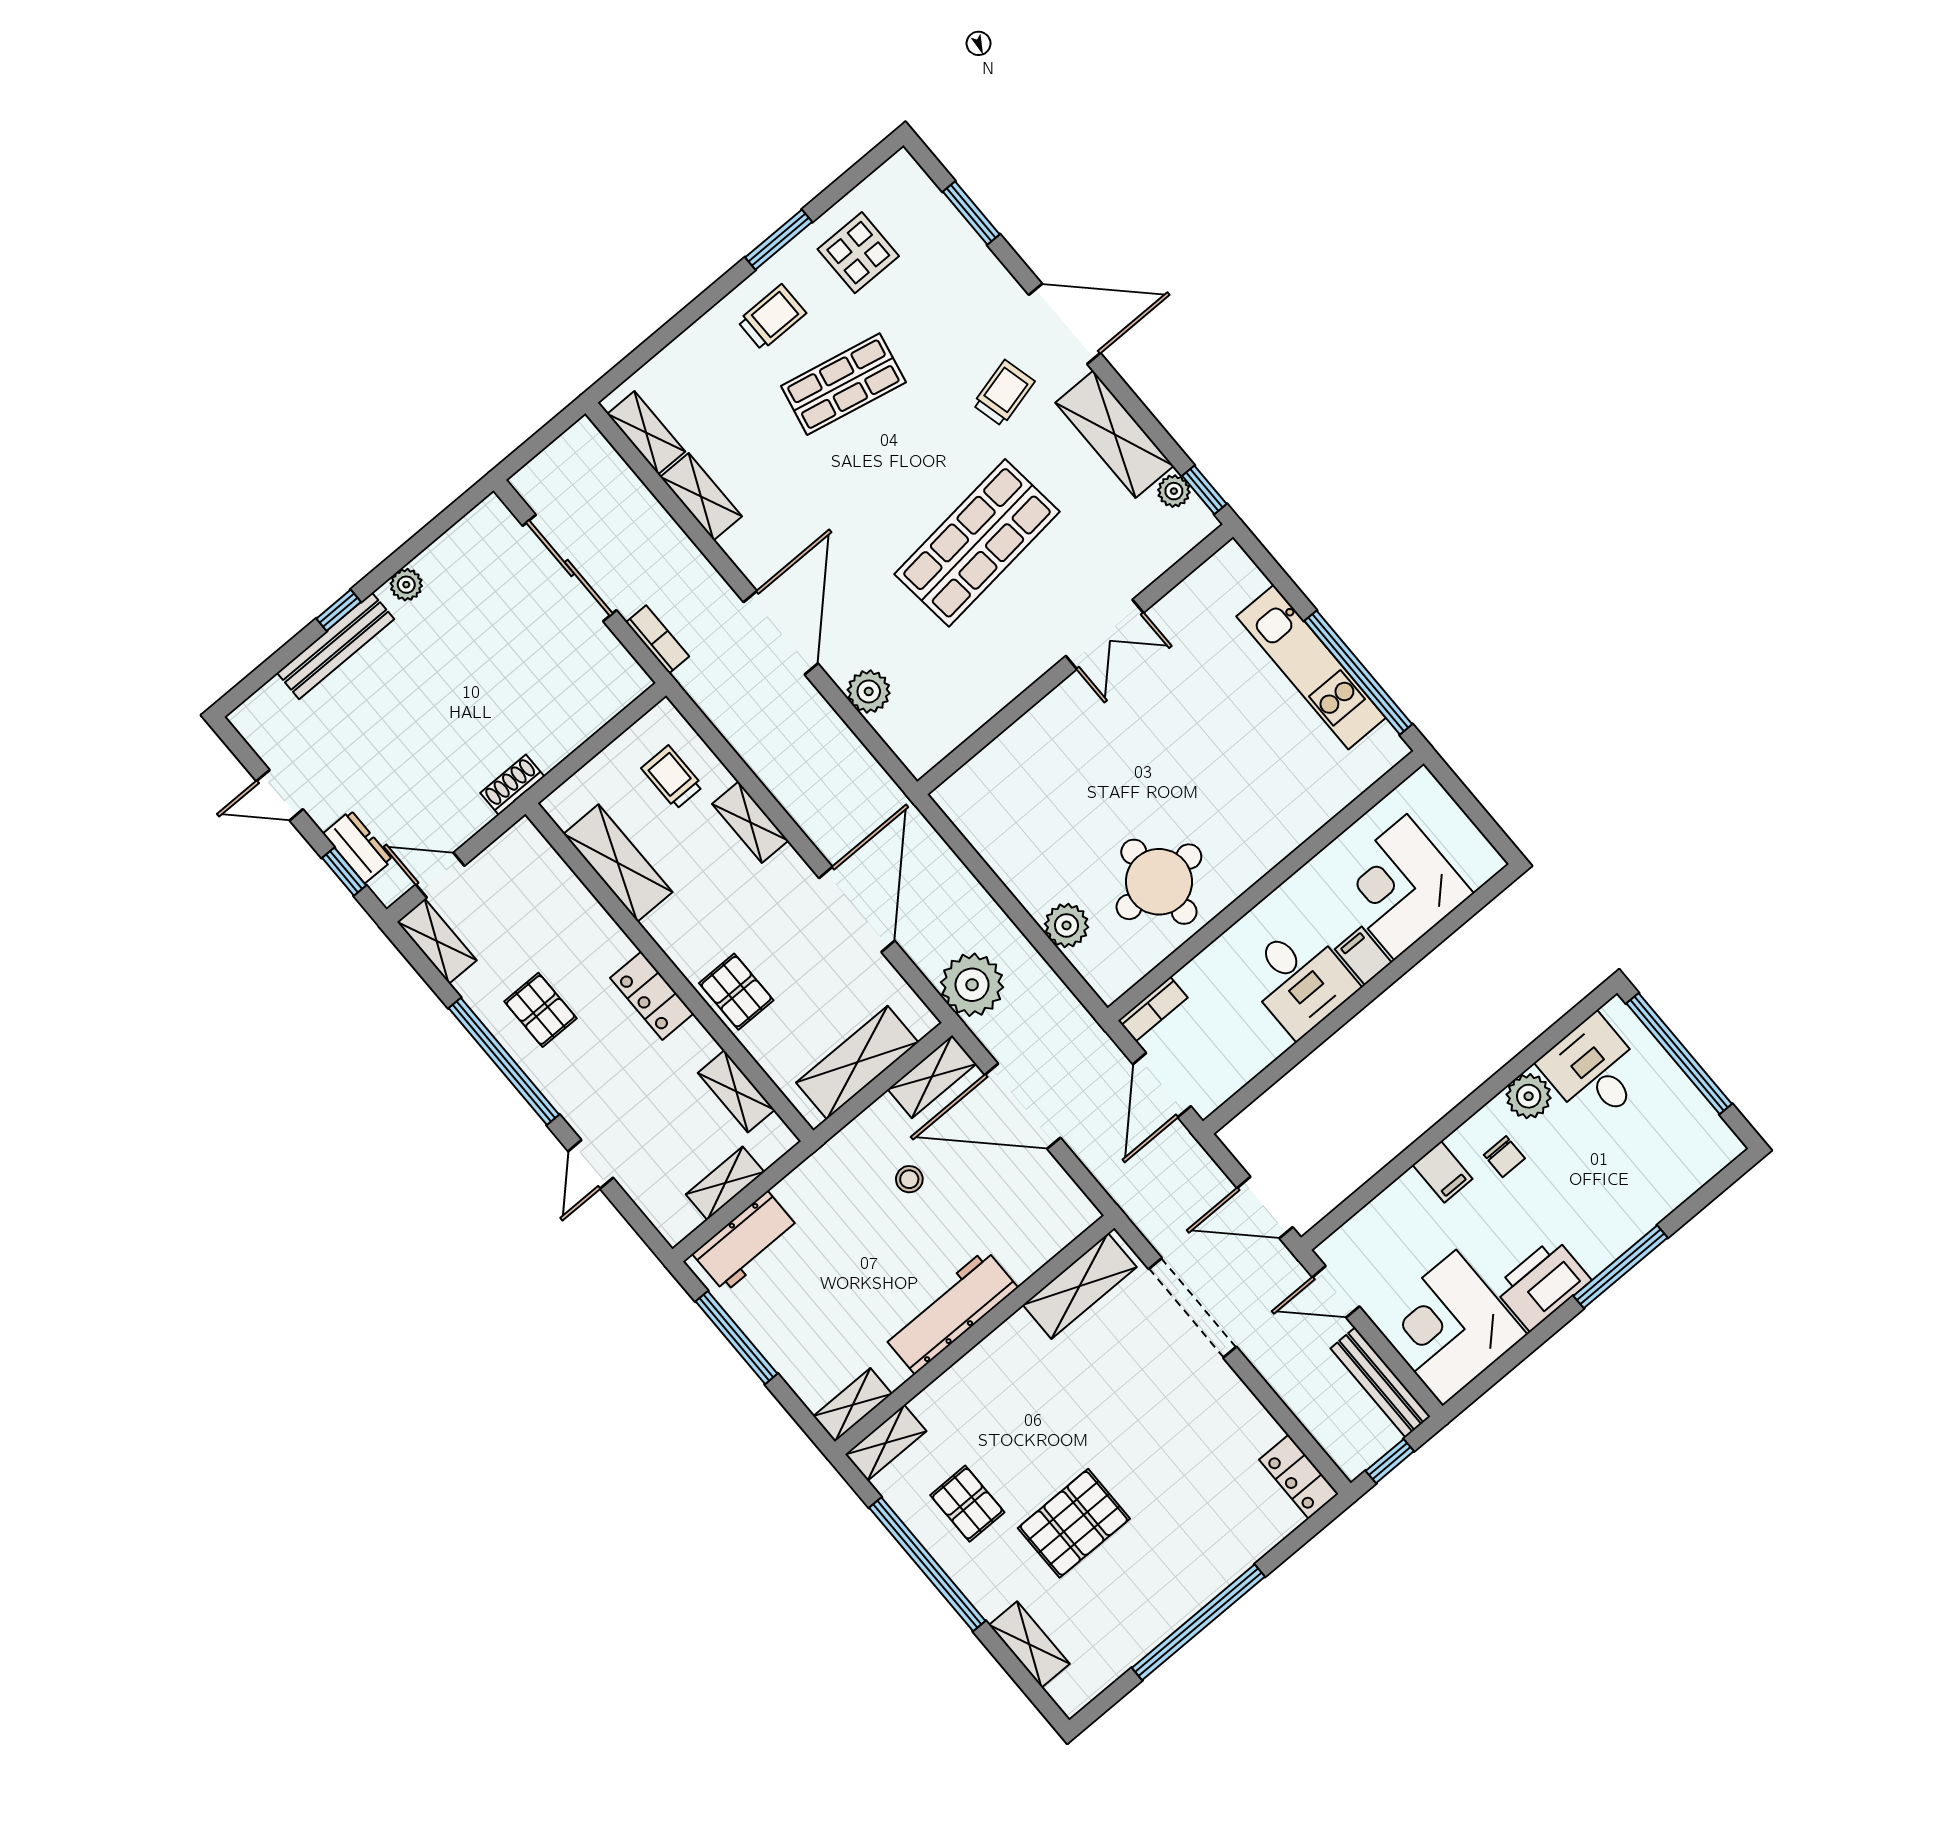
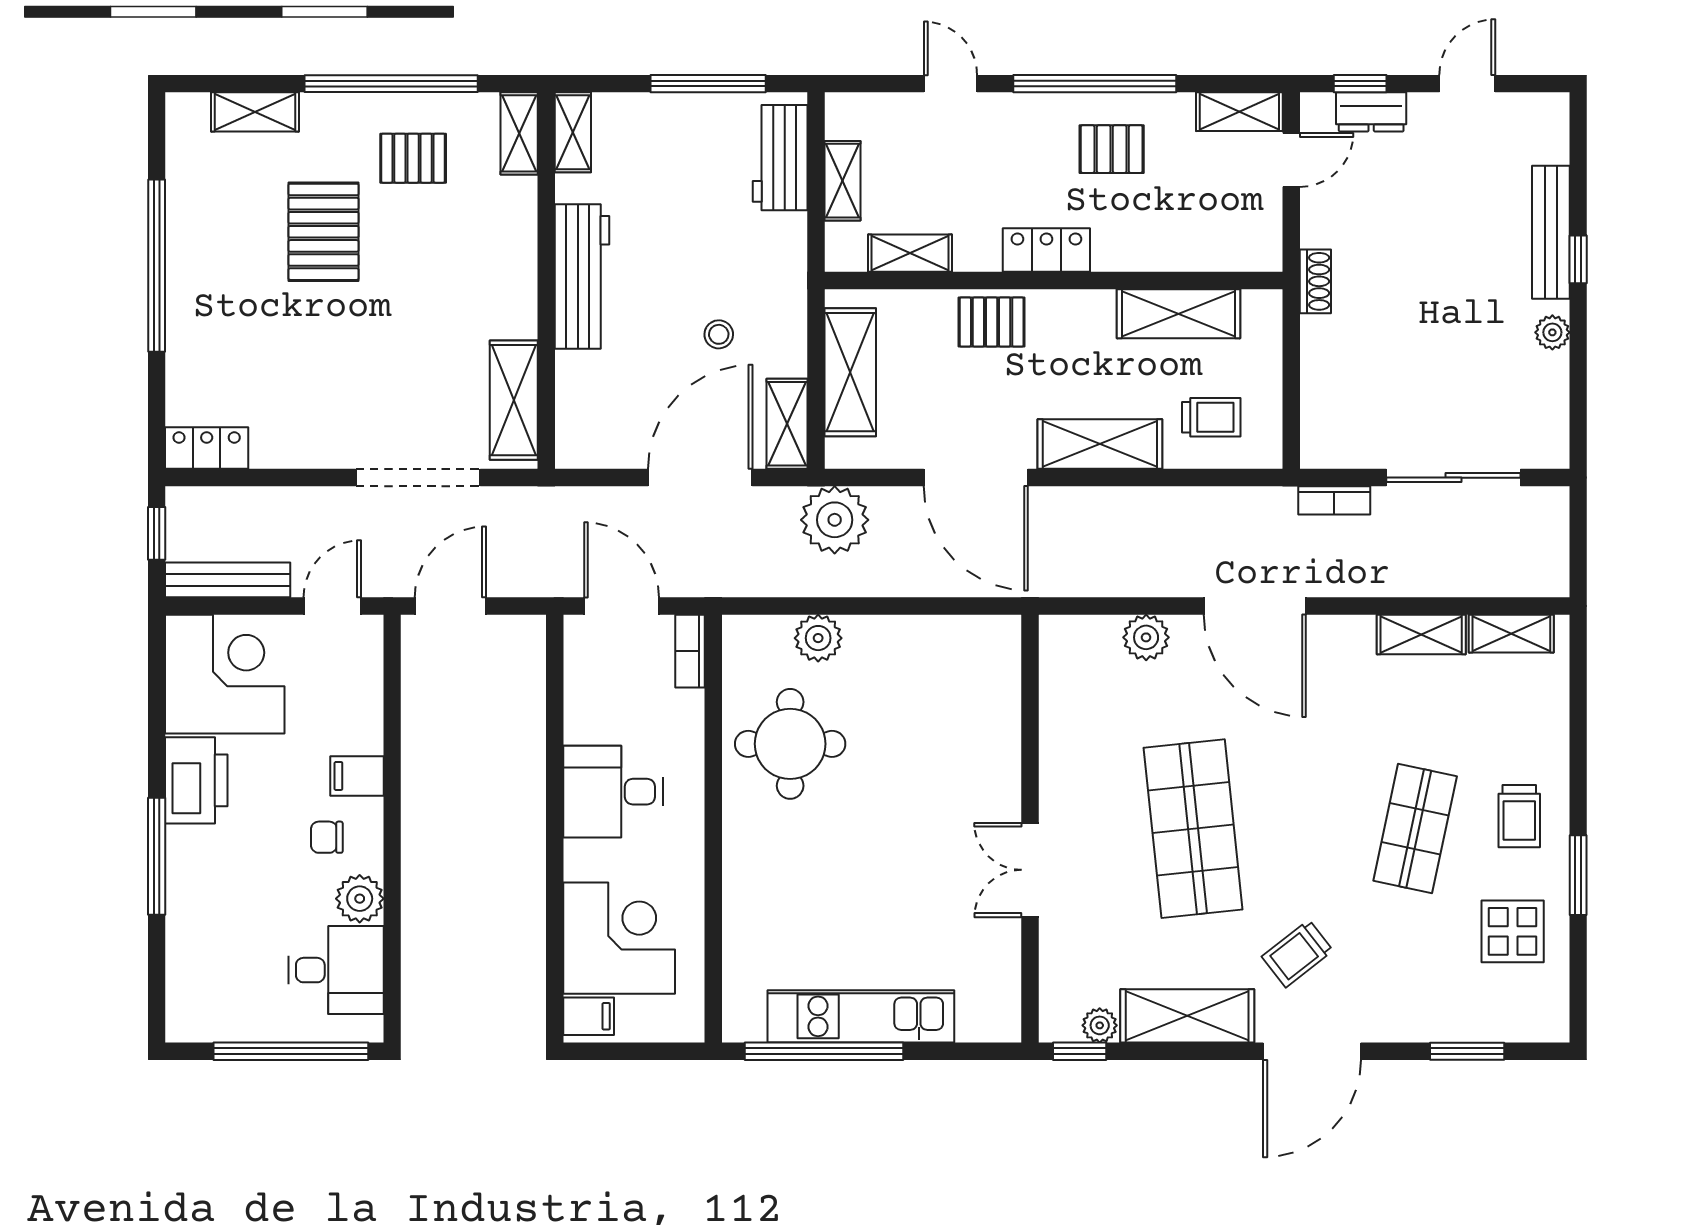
trolley: (1004, 393) -> (1297, 954), turned 66
shelving: (750, 822) -> (1100, 444), width x1.50, depth x1.33
filing cabinet: (1363, 956) -> (589, 1016), moved

